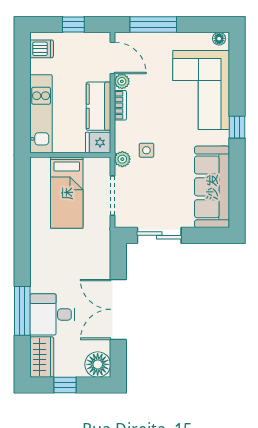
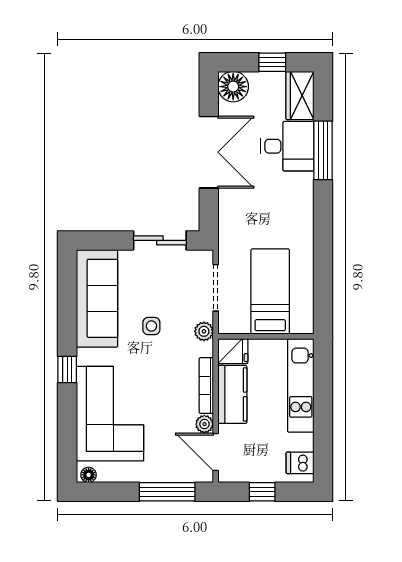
bookcase: (120, 105) -> (206, 385), width x1.56
side table: (146, 150) -> (151, 326), moved

